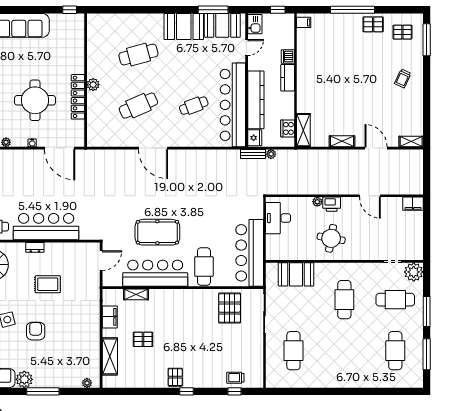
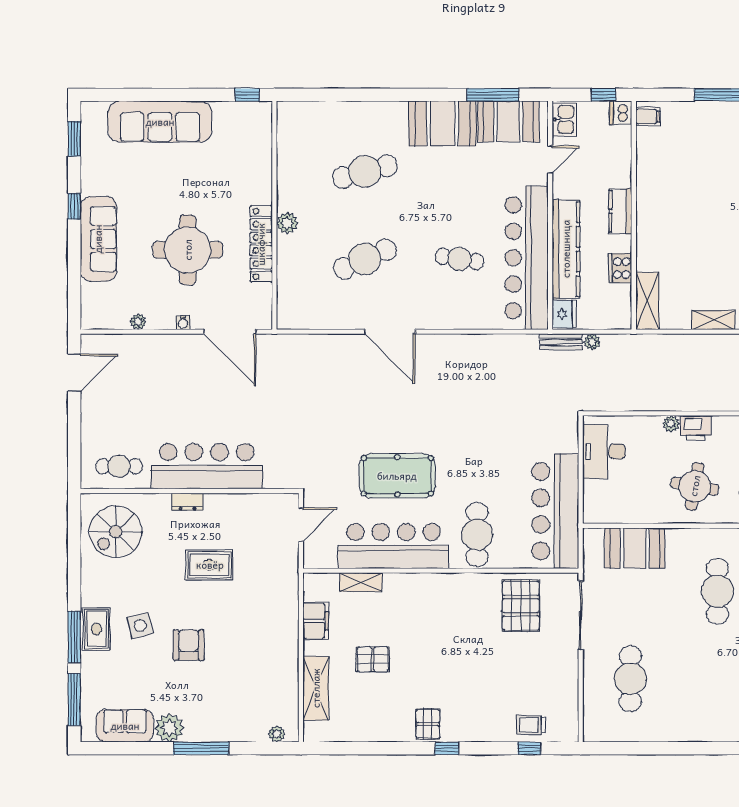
dishwasher: (288, 56) -> (621, 113), moved
cafe table: (194, 106) -> (460, 259), turned 30
cooker: (288, 128) -> (620, 268), moved

